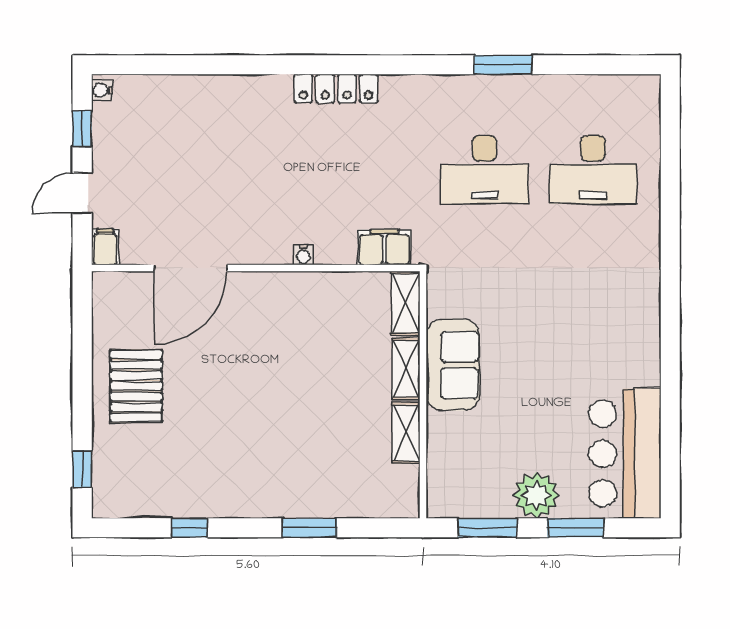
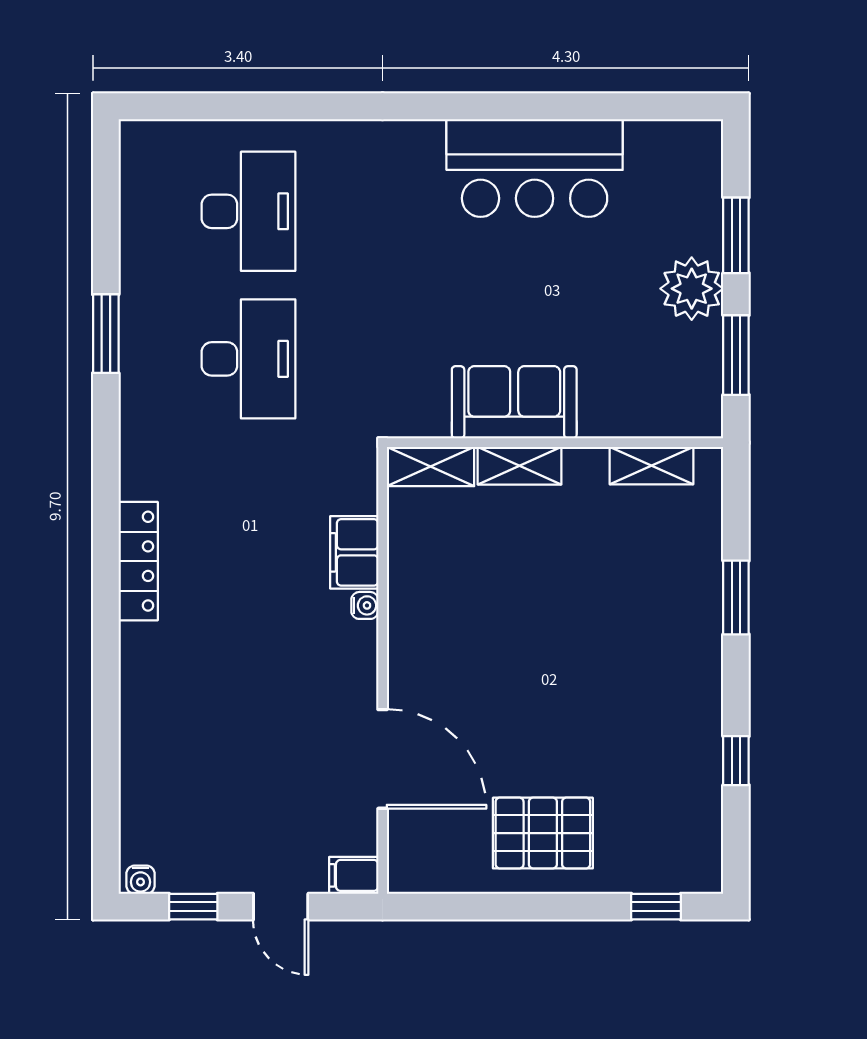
filing cabinet: (384, 247) -> (354, 552), moved
shelving: (406, 433) -> (651, 466), moved
bar counter: (625, 454) -> (535, 168), moved

